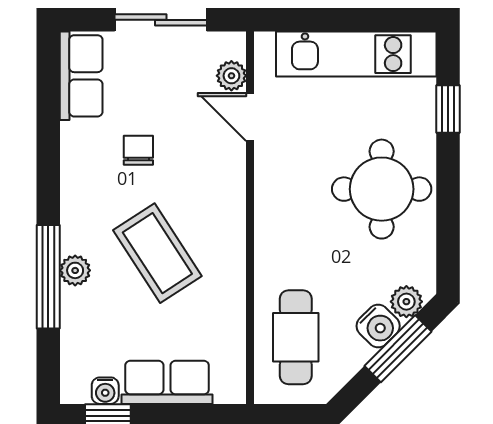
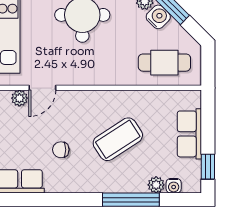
plant: (75, 270) -> (156, 185), moved
water cooler: (105, 391) -> (174, 186), moved, turned 90

